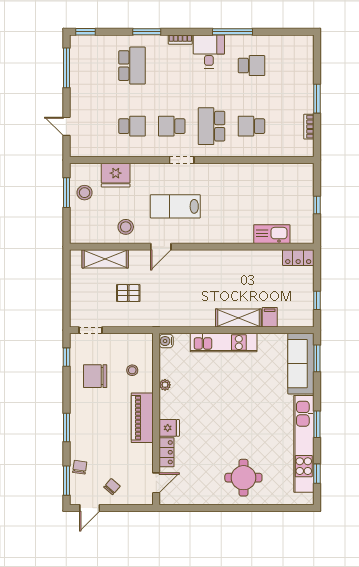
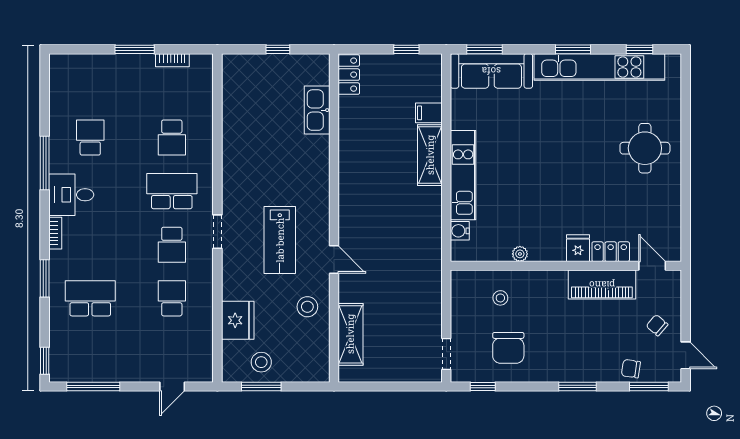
school desk: (212, 126) -> (172, 191), turned 180
pallet: (128, 293) -> (396, 303), removed
water cooler: (166, 341) -> (460, 231), moved, turned 90
piano: (142, 418) -> (602, 285), moved

